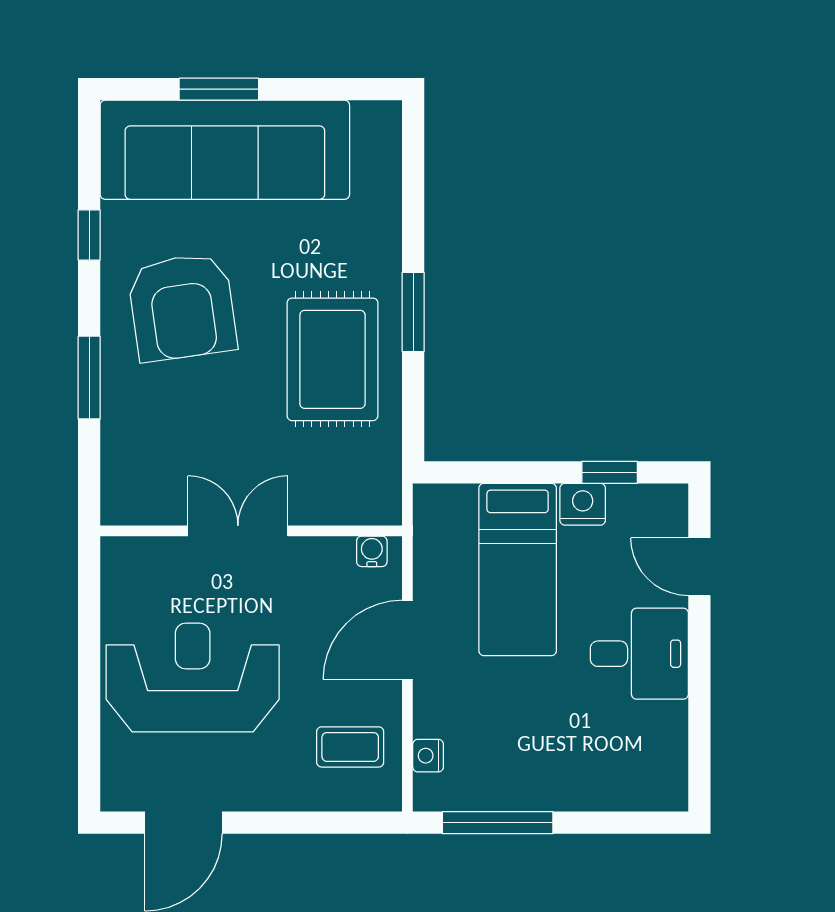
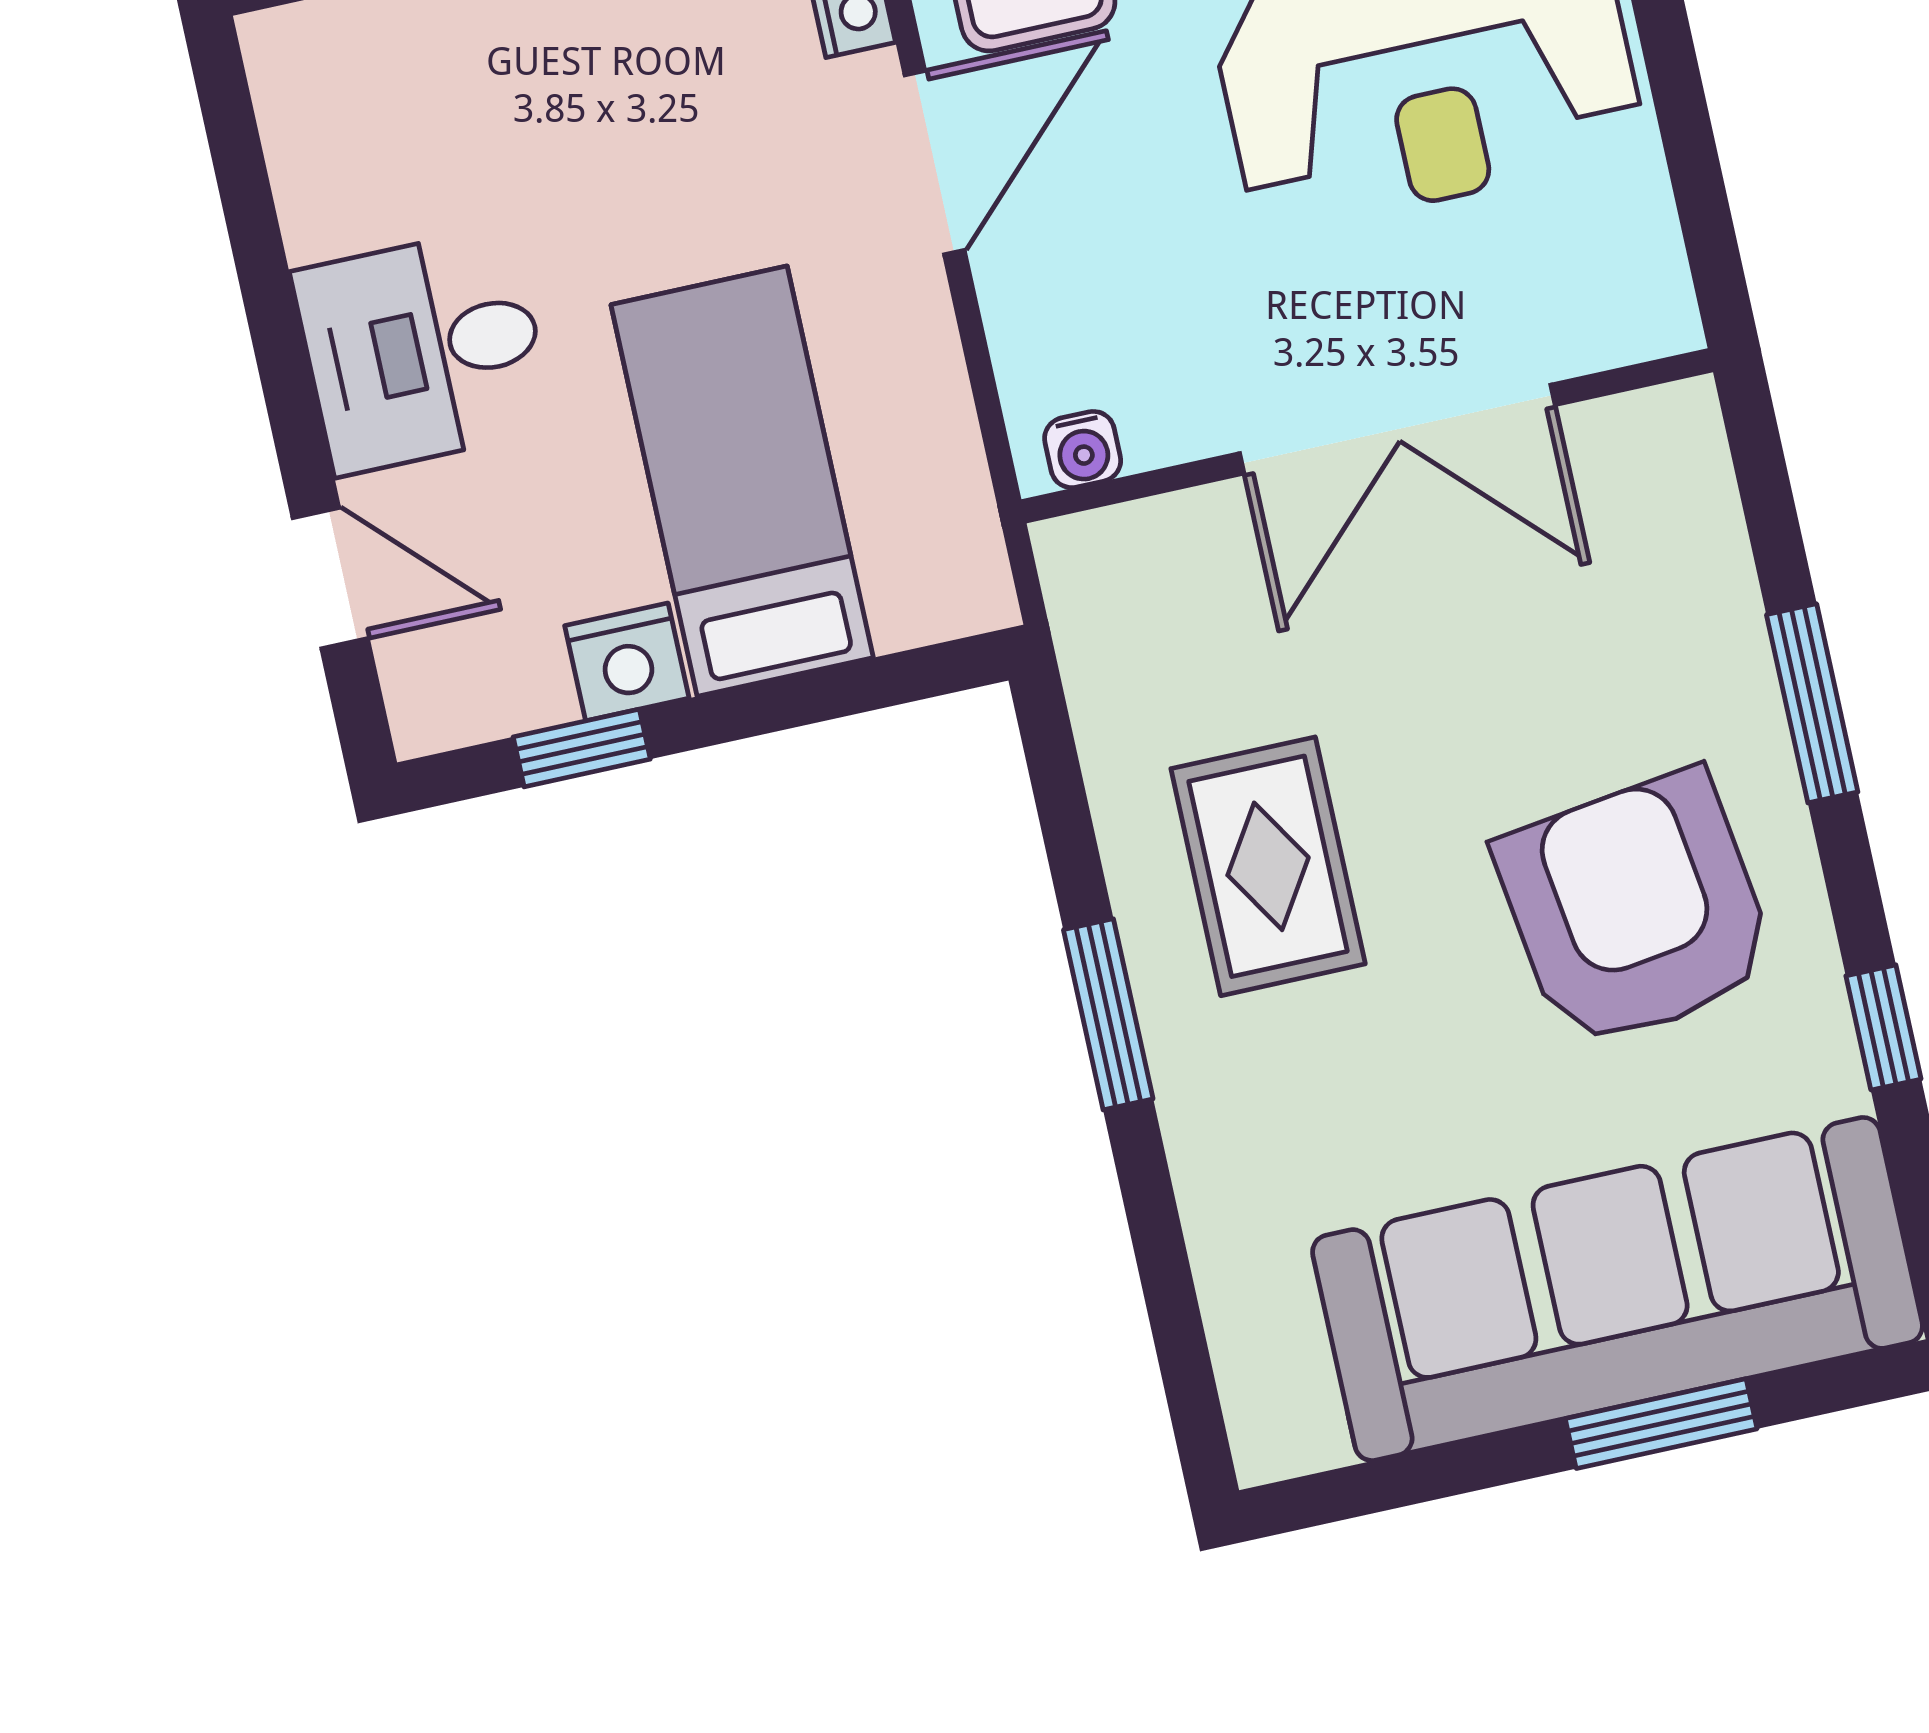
rug: (332, 359) -> (1268, 866), width x0.73, depth x0.70
double door: (238, 531) -> (1397, 429), width x1.37
door: (407, 640) -> (935, 163), moved

